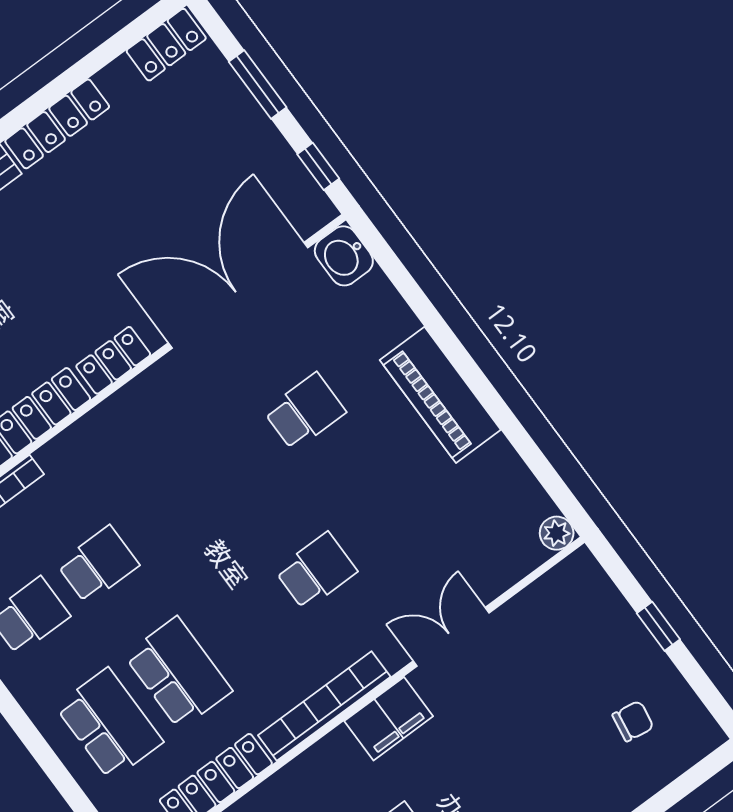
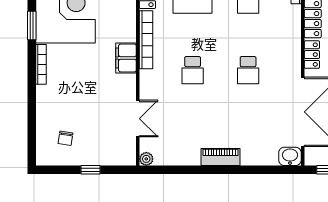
piano: (440, 395) -> (220, 157), width x0.73, depth x0.75
school desk: (305, 412) -> (248, 70), moved
double door: (451, 637) -> (138, 119), moved

